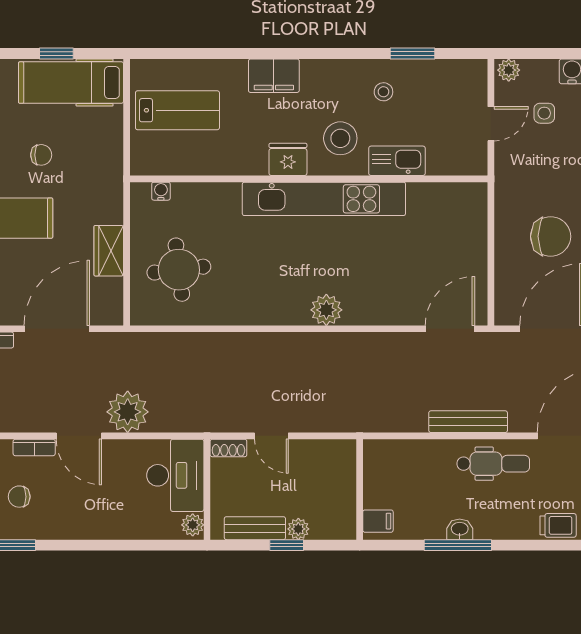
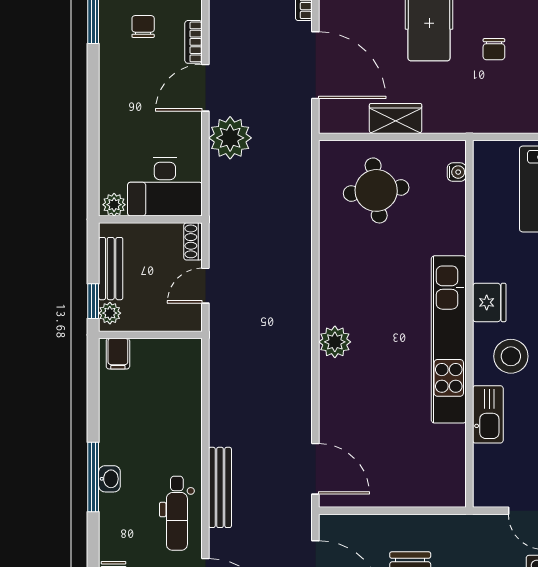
wall: (360, 489) -> (150, 335), moved
filing cabinet: (378, 521) -> (118, 354), moved

